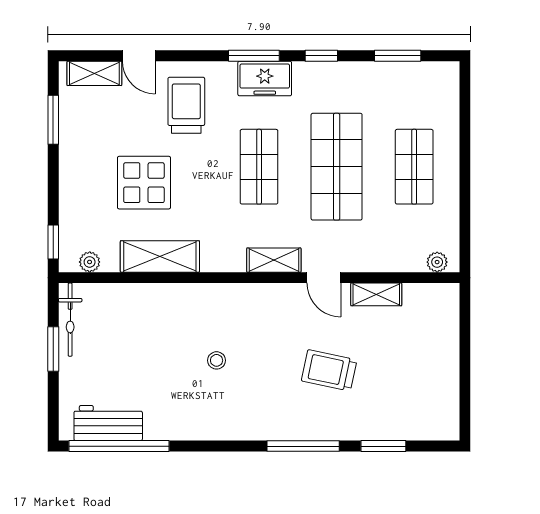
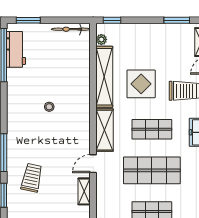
display table: (144, 183) -> (141, 84), moved
shelving: (160, 256) -> (104, 77), width x1.47
shelving: (274, 260) -> (104, 130), width x1.50, depth x1.33
window: (53, 349) -> (28, 20), moved
trolley: (329, 370) -> (32, 178), moved

